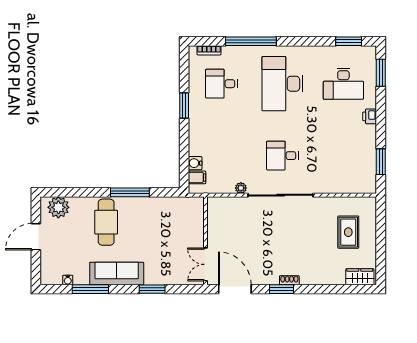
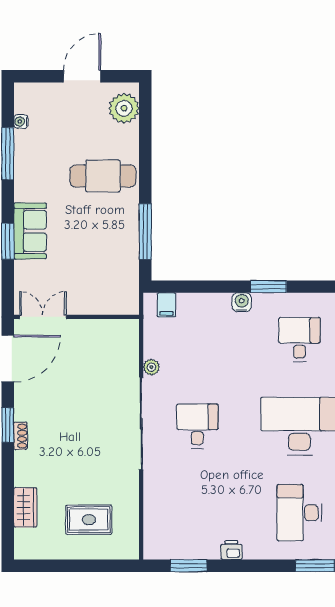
printer: (370, 116) -> (231, 550), moved
water cooler: (195, 163) -> (242, 302), moved
window: (130, 192) -> (145, 232), moved
door: (36, 237) -> (82, 76), hinge flipped
sofa: (117, 273) -> (30, 231), moved, width x0.73
wardrobe: (360, 277) -> (25, 507), moved

